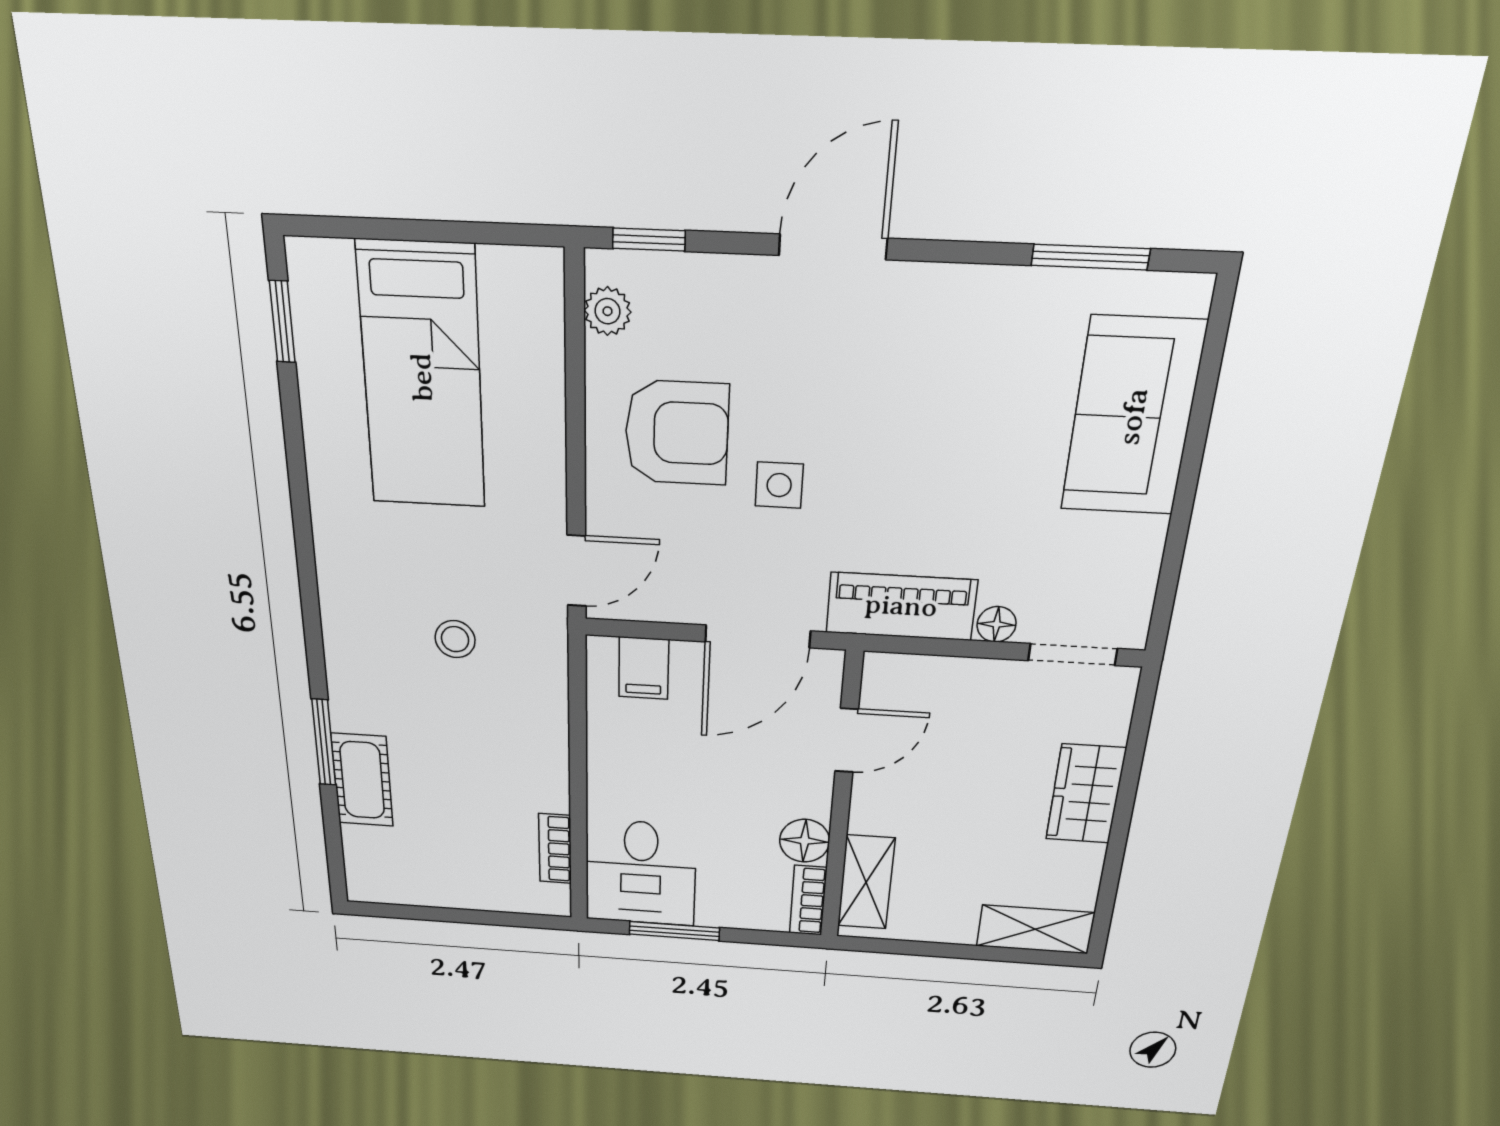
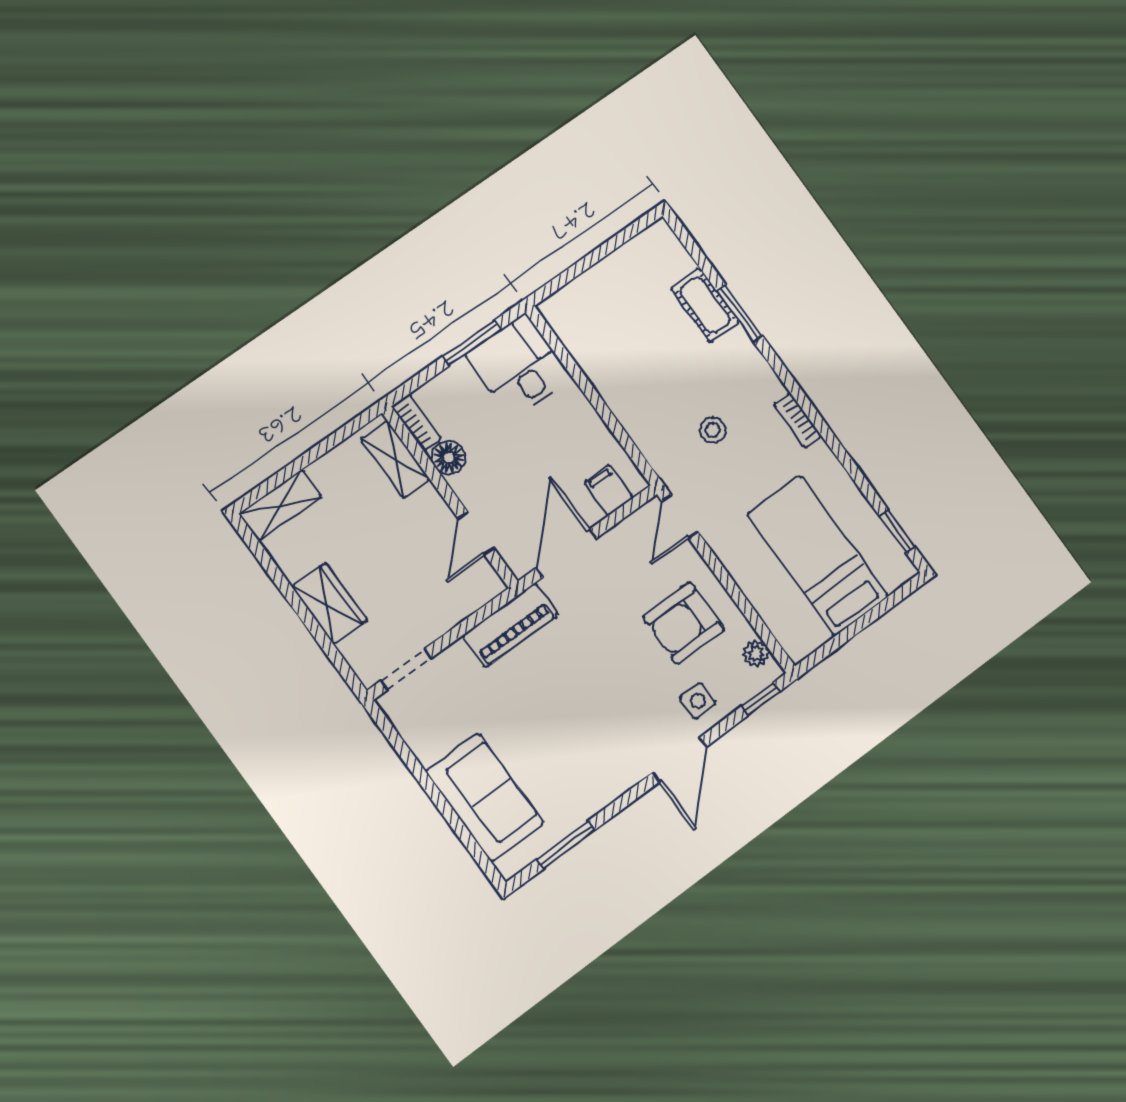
side table: (779, 485) -> (698, 701), moved
floor lamp: (997, 624) -> (457, 654), removed
bookcase: (555, 849) -> (798, 420), moved, turned 180

